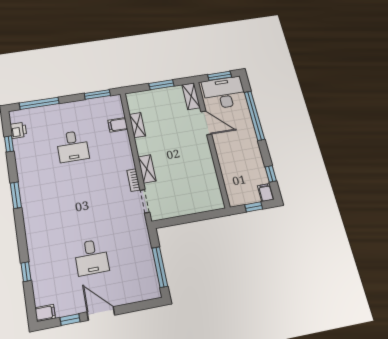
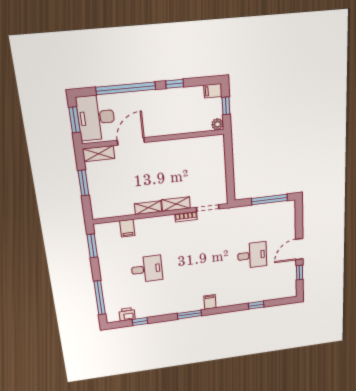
shelving: (137, 125) -> (148, 208), moved
window: (271, 174) -> (175, 84), moved
plant: (234, 201) -> (217, 124), added
filing cabinet: (45, 313) -> (210, 302), moved

